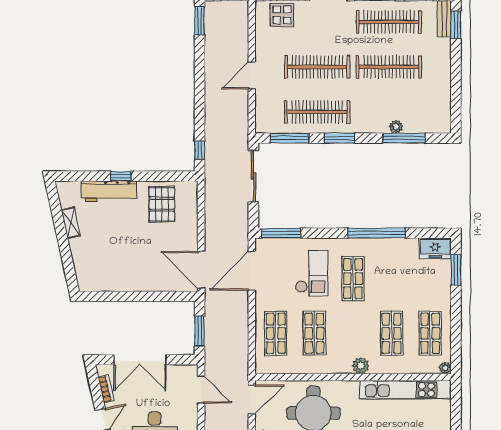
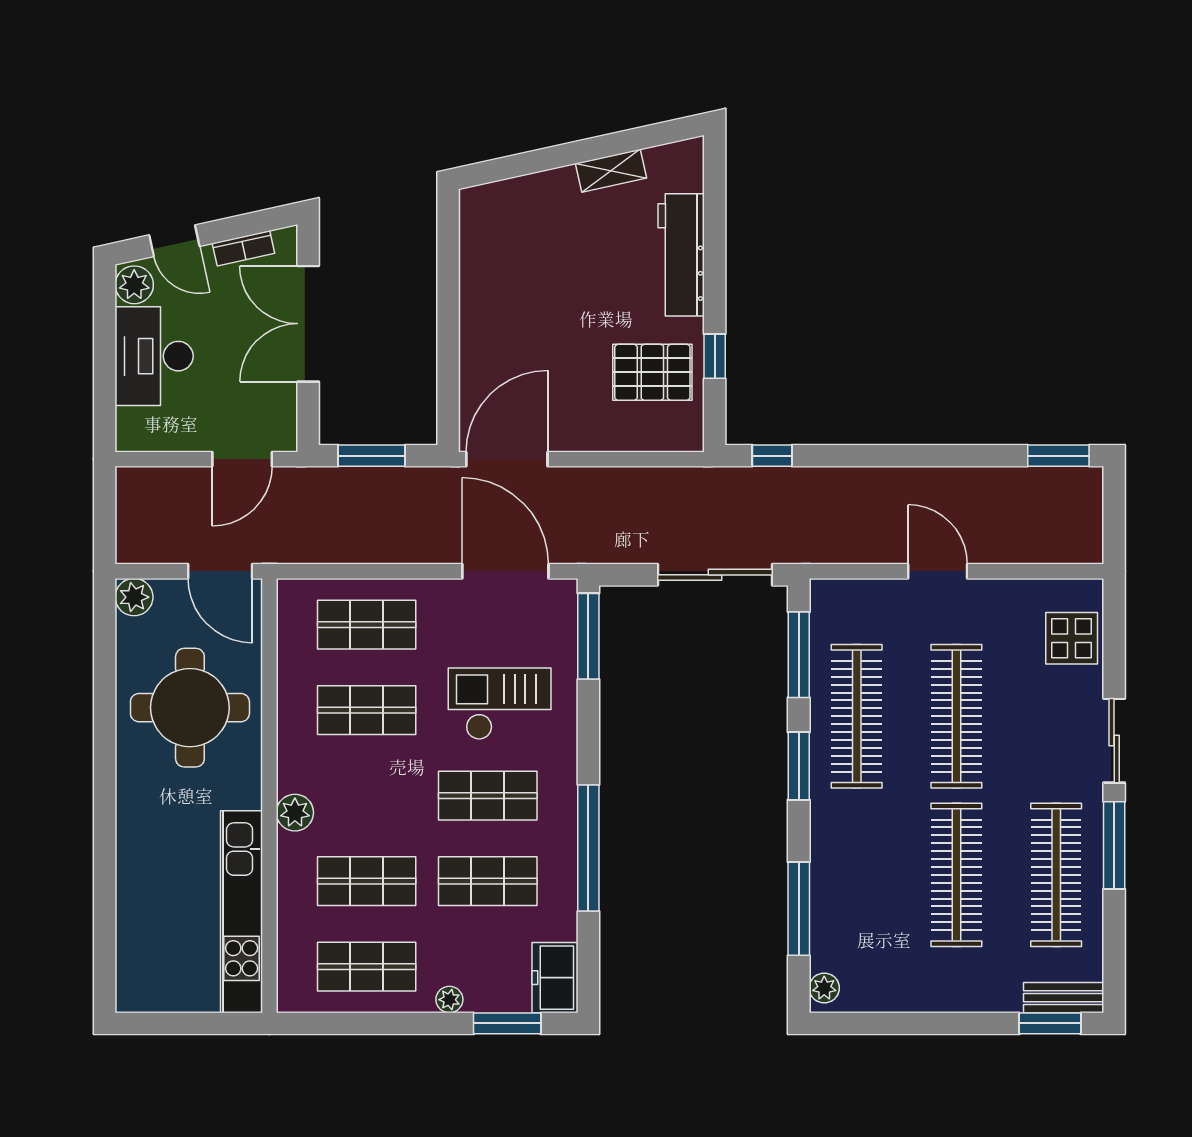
plant: (396, 127) -> (824, 988), moved
window: (121, 176) -> (715, 356), moved
checkout: (312, 273) -> (500, 704), turned 180
shop shelf: (392, 279) -> (488, 881), added
plant: (445, 368) -> (449, 1000), moved

